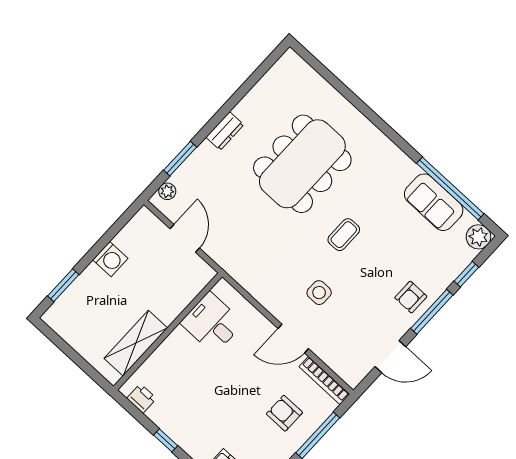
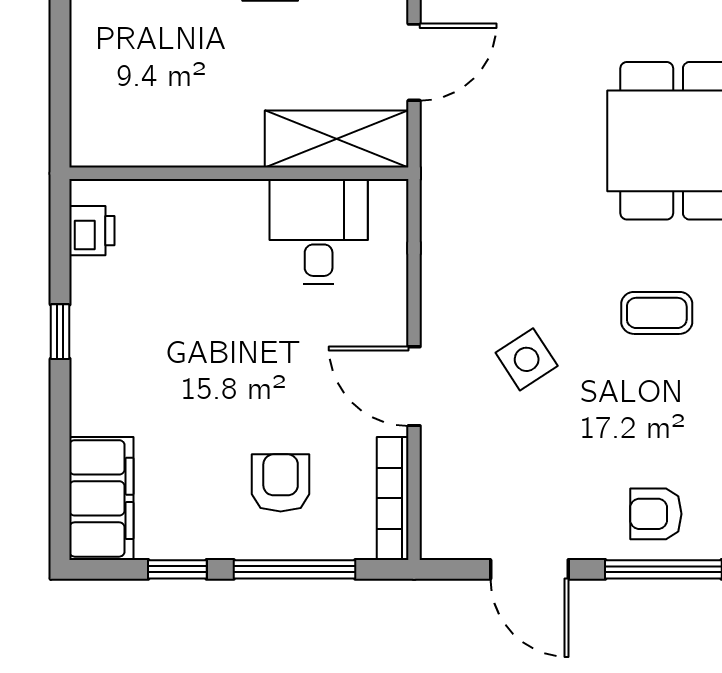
side table: (319, 293) -> (527, 359), turned -33
shelving: (136, 343) -> (337, 139), moved

